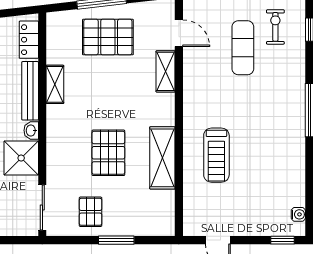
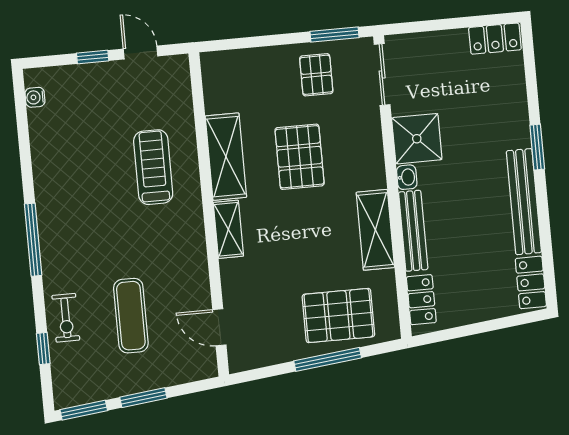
exercise bike: (275, 27) -> (66, 318), moved
pallet: (108, 37) -> (338, 316), moved
shelving: (166, 71) -> (228, 229), moved
shelving: (55, 84) -> (375, 230), width x1.50, depth x1.33
window: (116, 240) -> (334, 35), moved
window: (283, 240) -> (93, 57), moved

